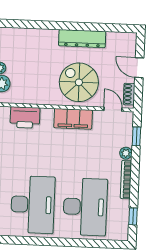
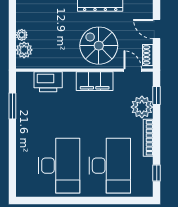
plant: (126, 153) -> (142, 107), width x1.87, depth x1.87

